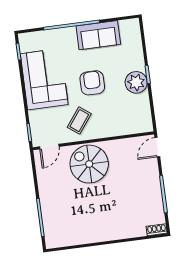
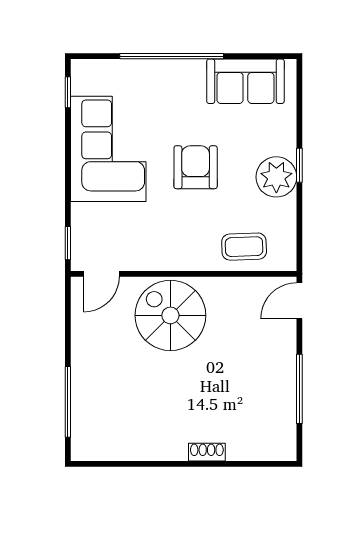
sofa: (98, 35) -> (245, 81), moved
coffee table: (79, 121) -> (244, 247), moved, turned 51
shoe rack: (157, 230) -> (207, 452), moved

